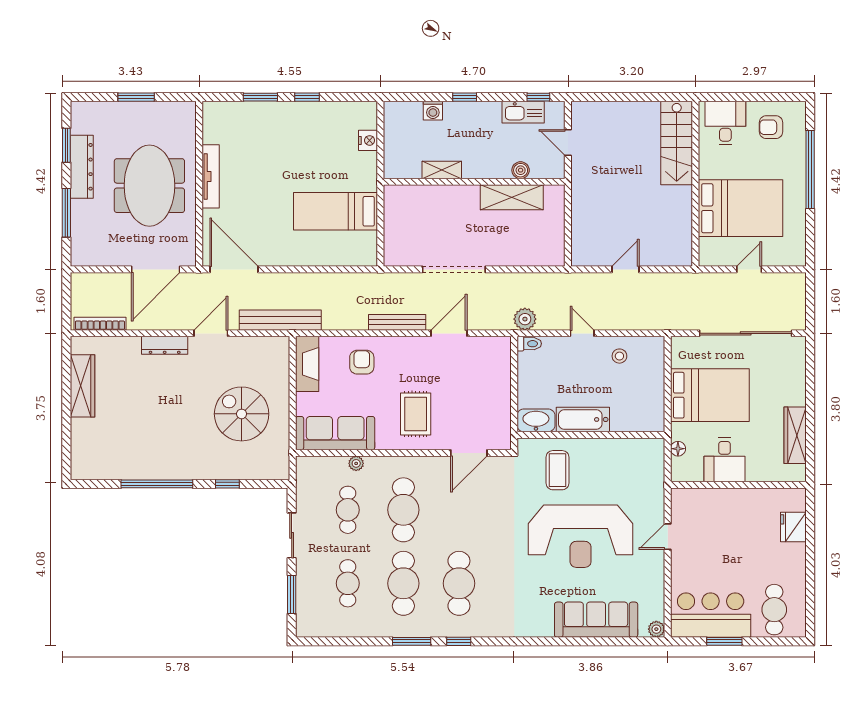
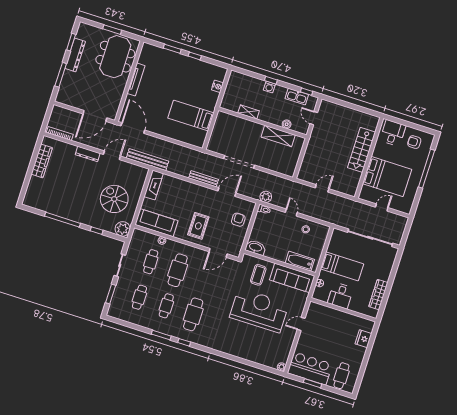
washing machine: (433, 111) -> (269, 87), moved
stairs: (677, 143) -> (362, 150), moved
meeting table: (149, 186) -> (115, 57), moved
armchair: (362, 362) -> (238, 220), moved
bed: (710, 395) -> (342, 266), width x0.67
bathtub: (583, 419) -> (300, 261), moved
plant: (275, 465) -> (123, 229), added
reception desk: (581, 536) -> (259, 310), turned 180
cafe table: (403, 583) -> (166, 306), width x0.73, depth x0.74
sofa: (596, 620) -> (292, 278), moved, turned 180

